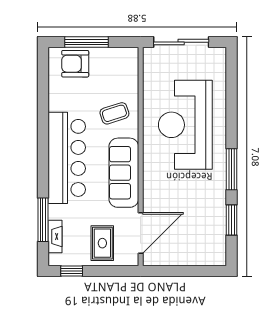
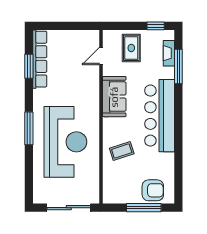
window: (231, 169) -> (29, 128), moved
sofa: (124, 173) -> (114, 97), width x0.73
row of seats: (218, 229) -> (40, 59), added
door: (141, 233) -> (101, 56), width x0.53

